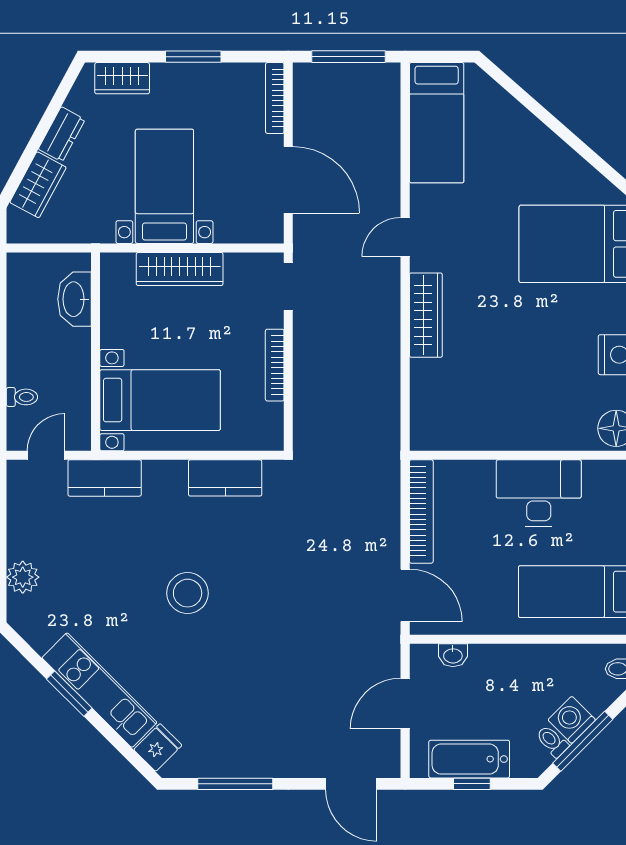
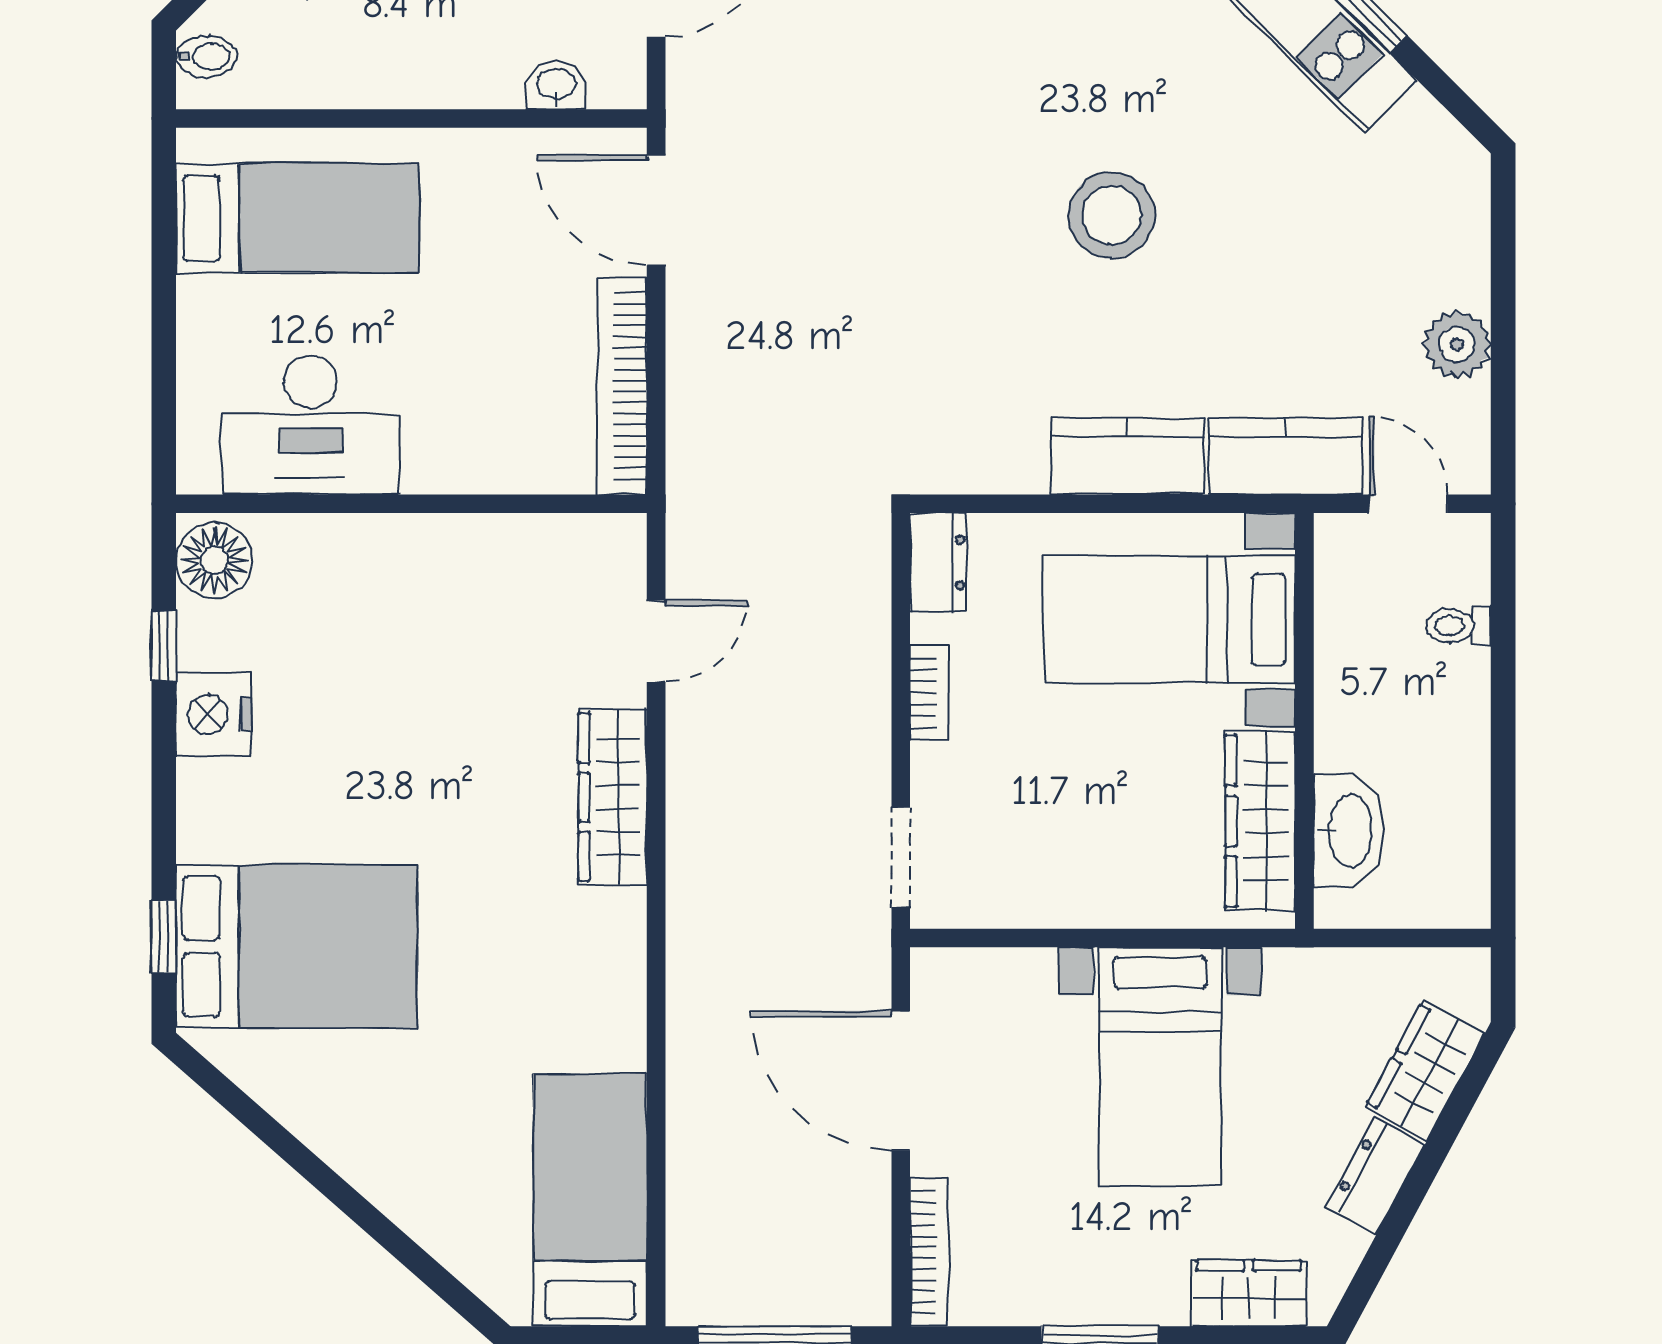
door: (405, 237) -> (656, 641), moved
wardrobe: (180, 269) -> (1260, 821), moved, turned -90
bookcase: (275, 365) -> (929, 693), width x0.64
dresser: (271, 427) -> (938, 563), added
door: (46, 455) -> (1408, 504), swing flipped
kitchen counter: (225, 478) -> (1127, 456), moved
desk: (539, 493) -> (311, 425), moved
plant: (23, 577) -> (1457, 345), moved

